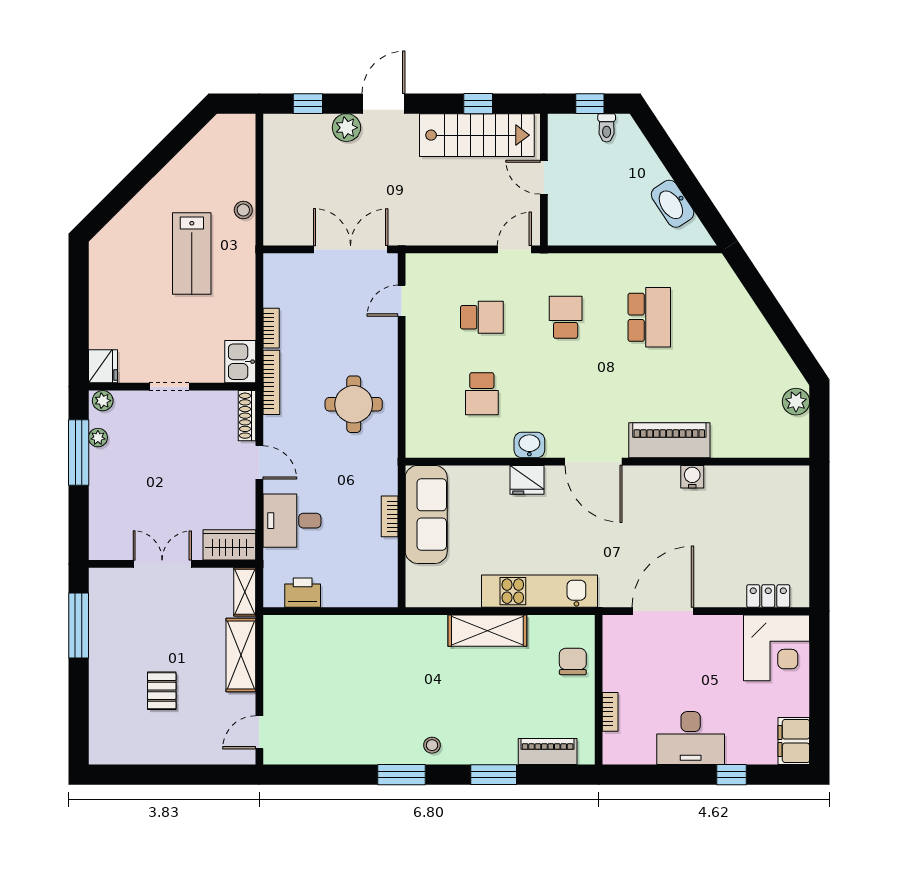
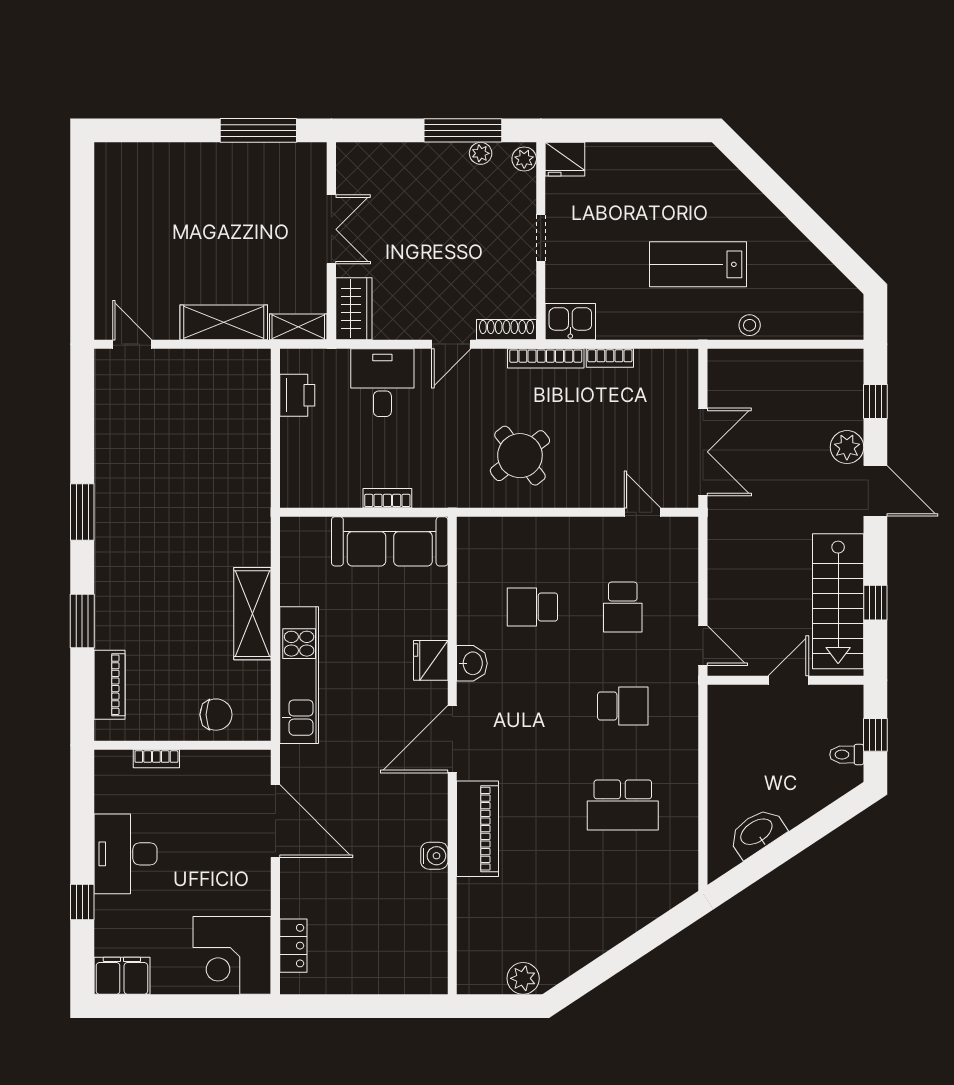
round table: (354, 404) -> (520, 456), turned -38
pallet: (162, 691) -> (181, 229), removed
stool: (432, 745) -> (117, 548), removed

